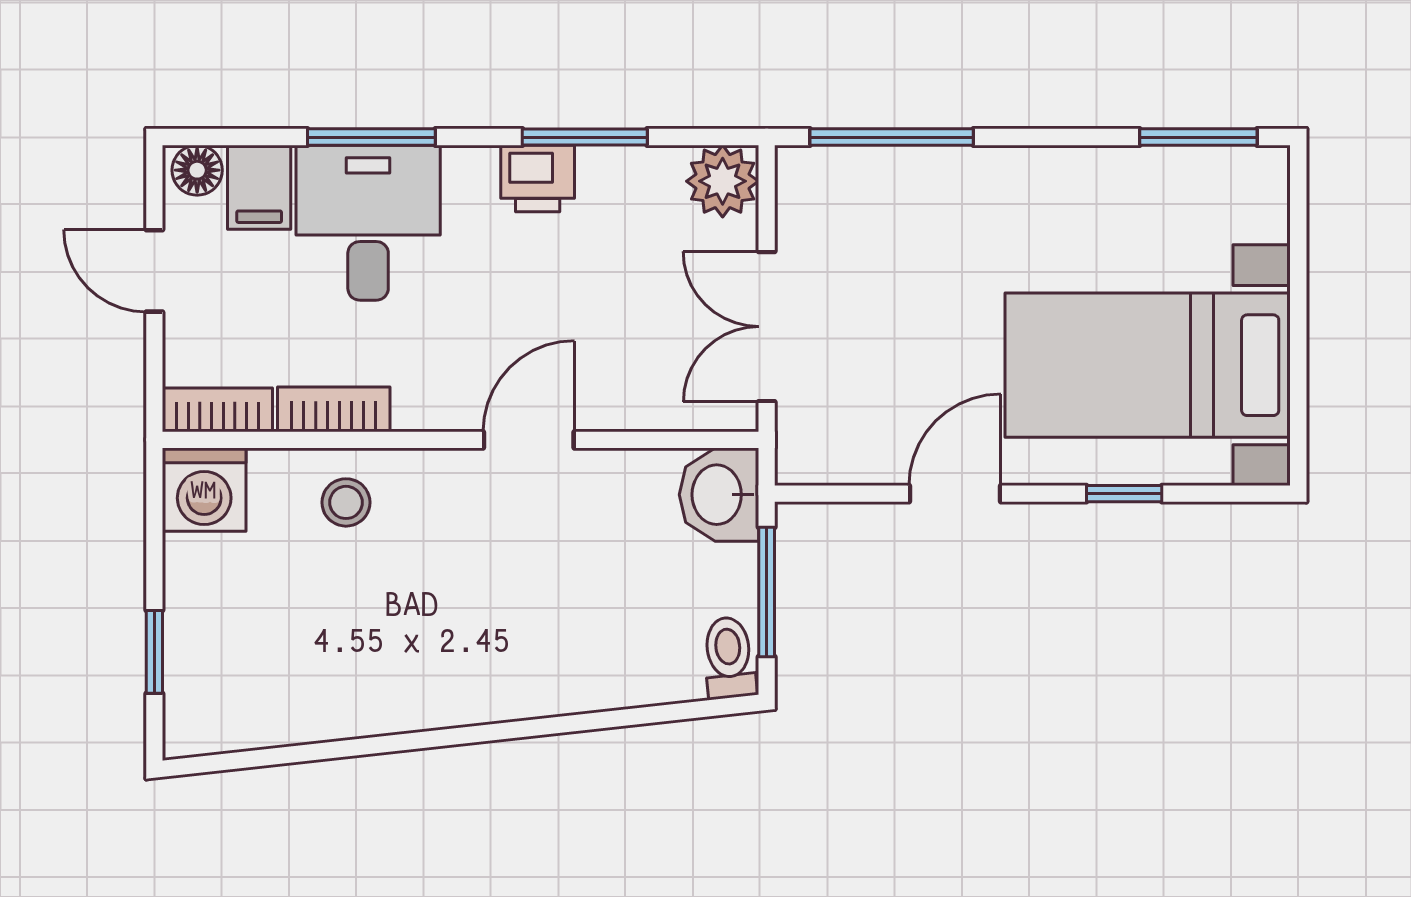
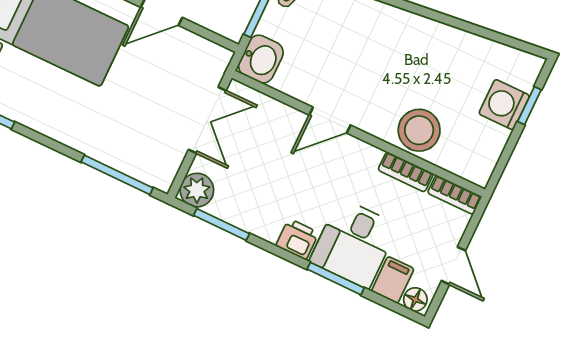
window: (585, 137) -> (222, 225), moved
printer: (538, 178) -> (297, 239), moved
washing machine: (204, 490) -> (504, 105), moved, turned -90
stool: (346, 502) -> (419, 130), width x1.89, depth x1.89

